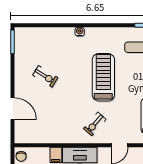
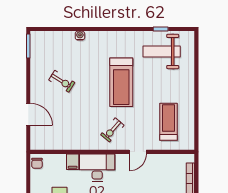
water cooler: (80, 32) -> (80, 36), moved
treadmill: (103, 77) -> (121, 82), turned 180

